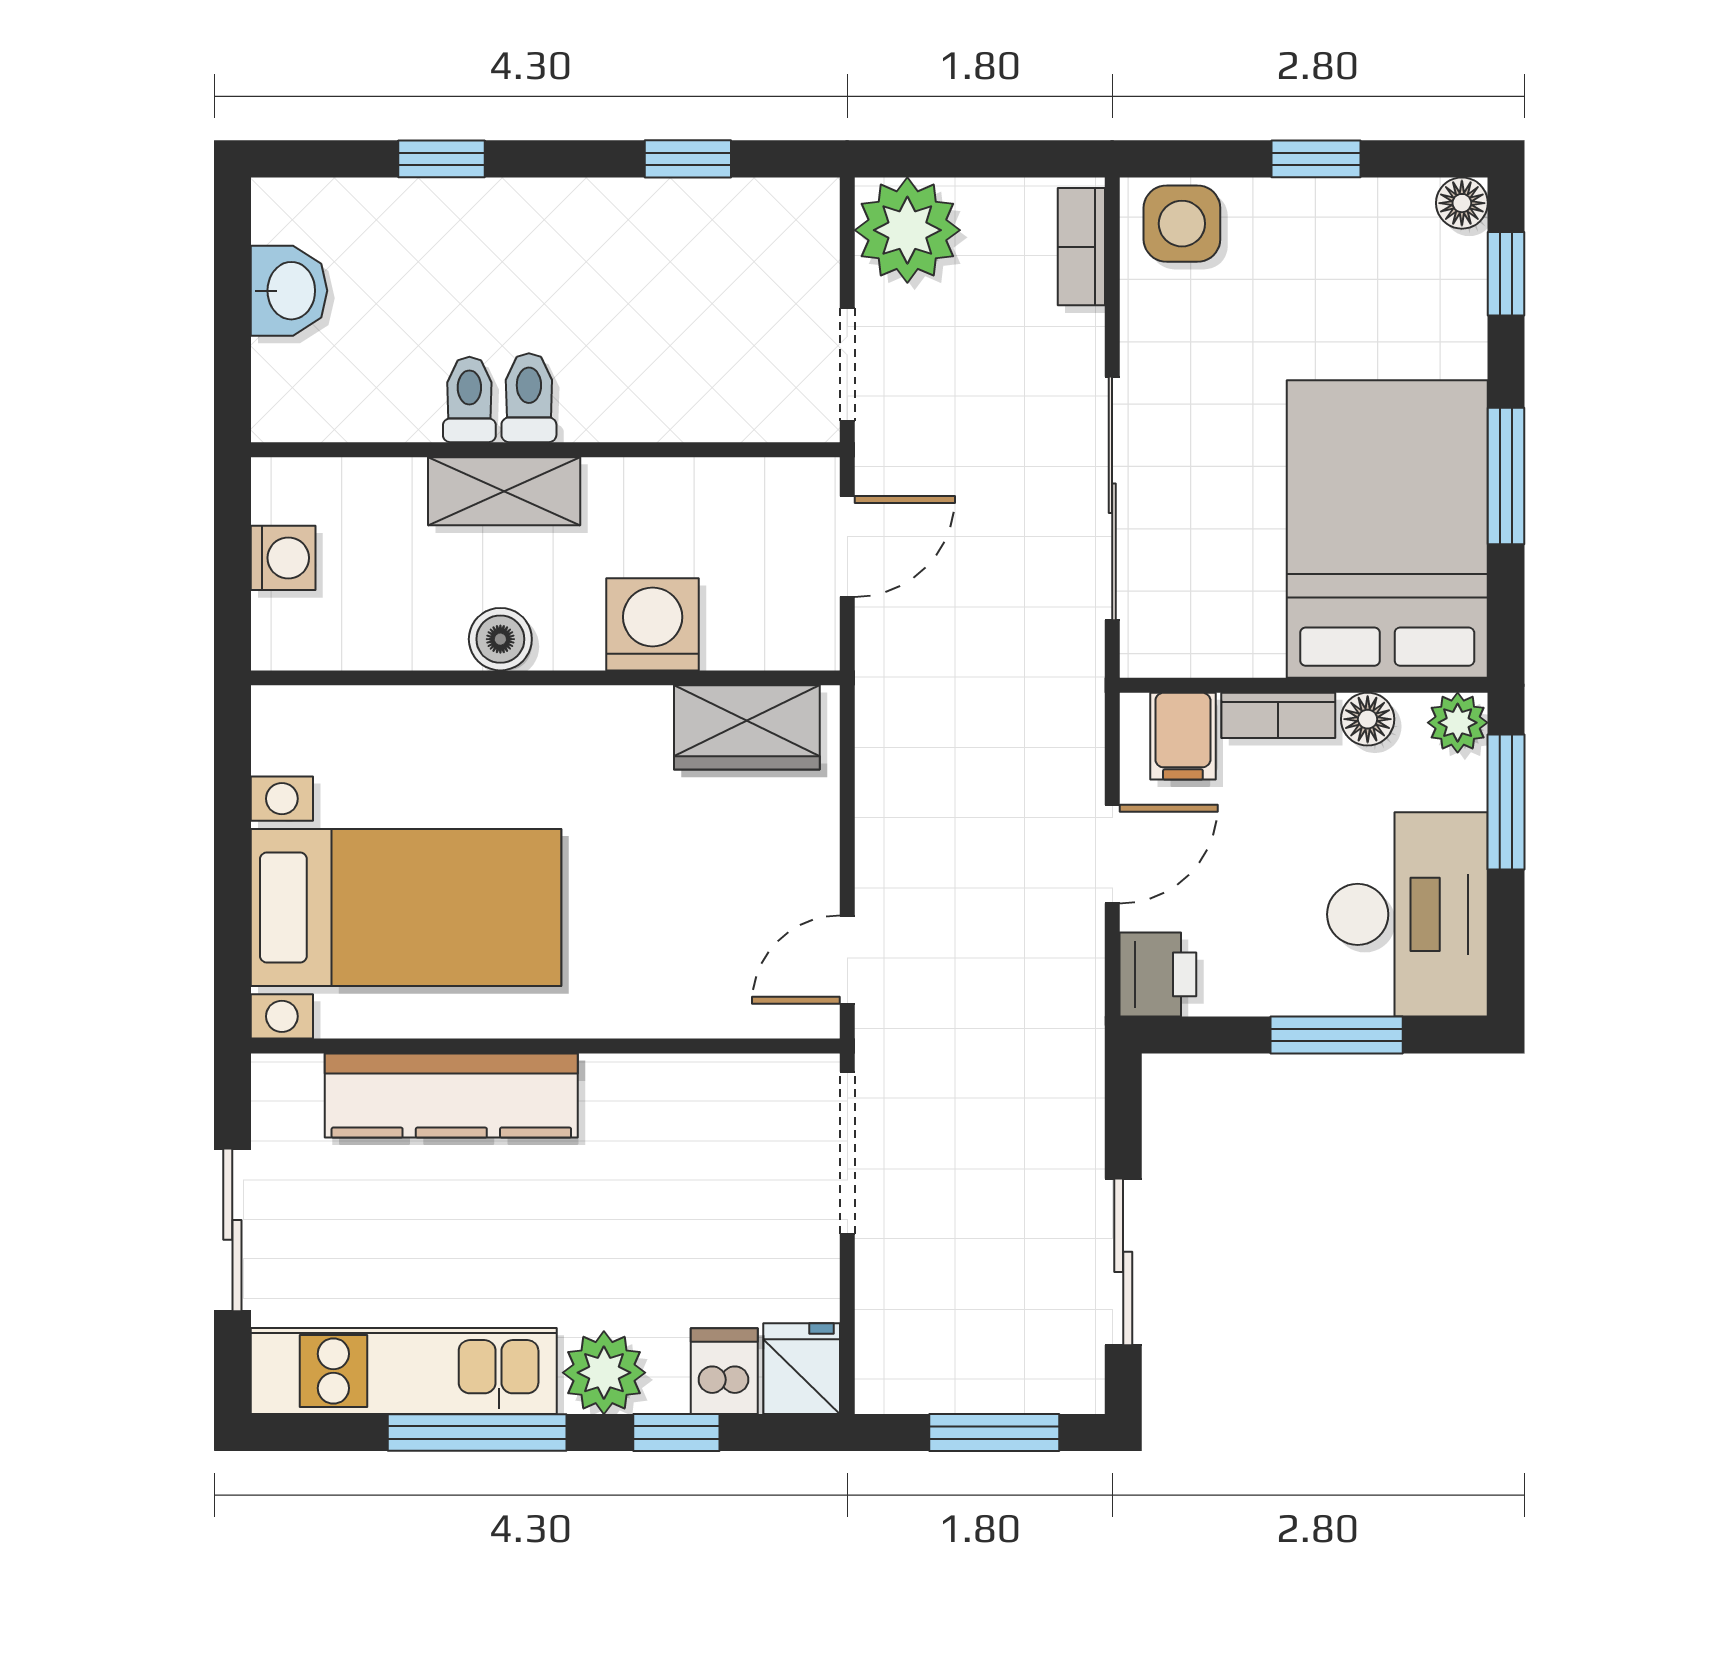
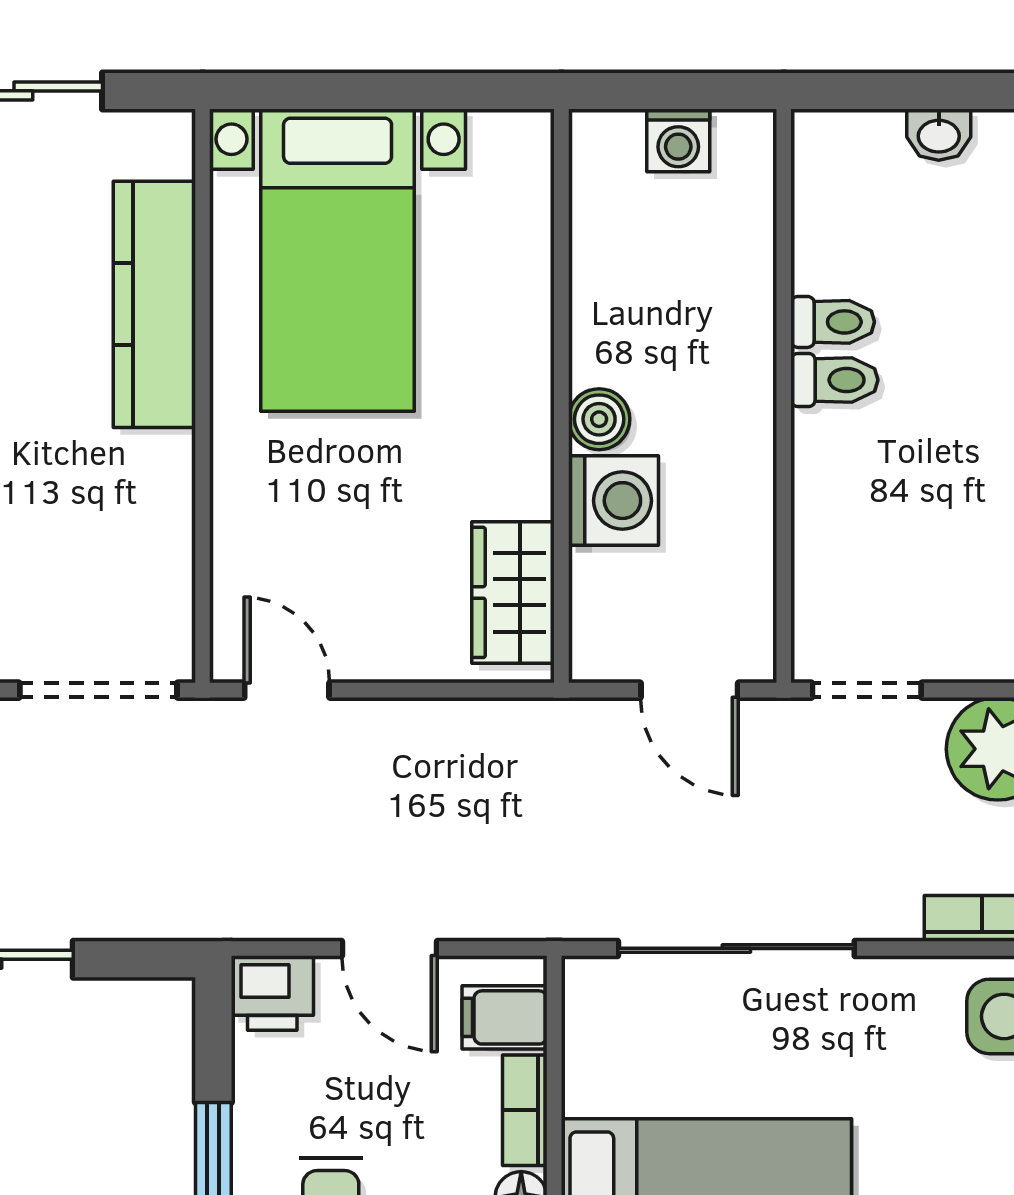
washbasin: (289, 291) -> (939, 135), width x0.72, depth x0.69
shelving: (504, 491) -> (743, 356), removed
boiler: (500, 639) -> (599, 419), moved

